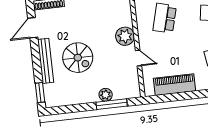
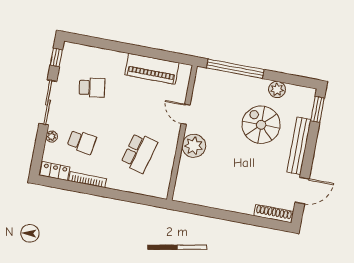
spiral stairs: (78, 58) -> (261, 125), moved
plant: (106, 95) -> (277, 89), moved
window: (112, 104) -> (235, 69), width x1.46

